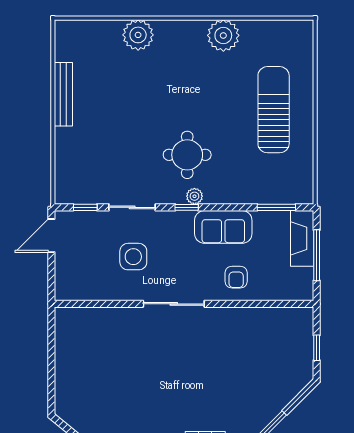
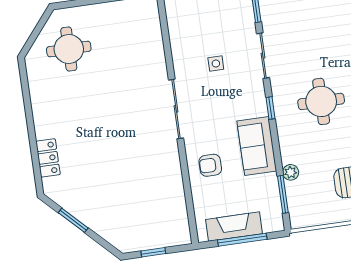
plant: (194, 196) -> (291, 172), moved
fireplace: (302, 238) -> (234, 227), moved
side table: (133, 257) -> (216, 64), width x0.54, depth x0.54
round table: (97, 404) -> (69, 49), added

